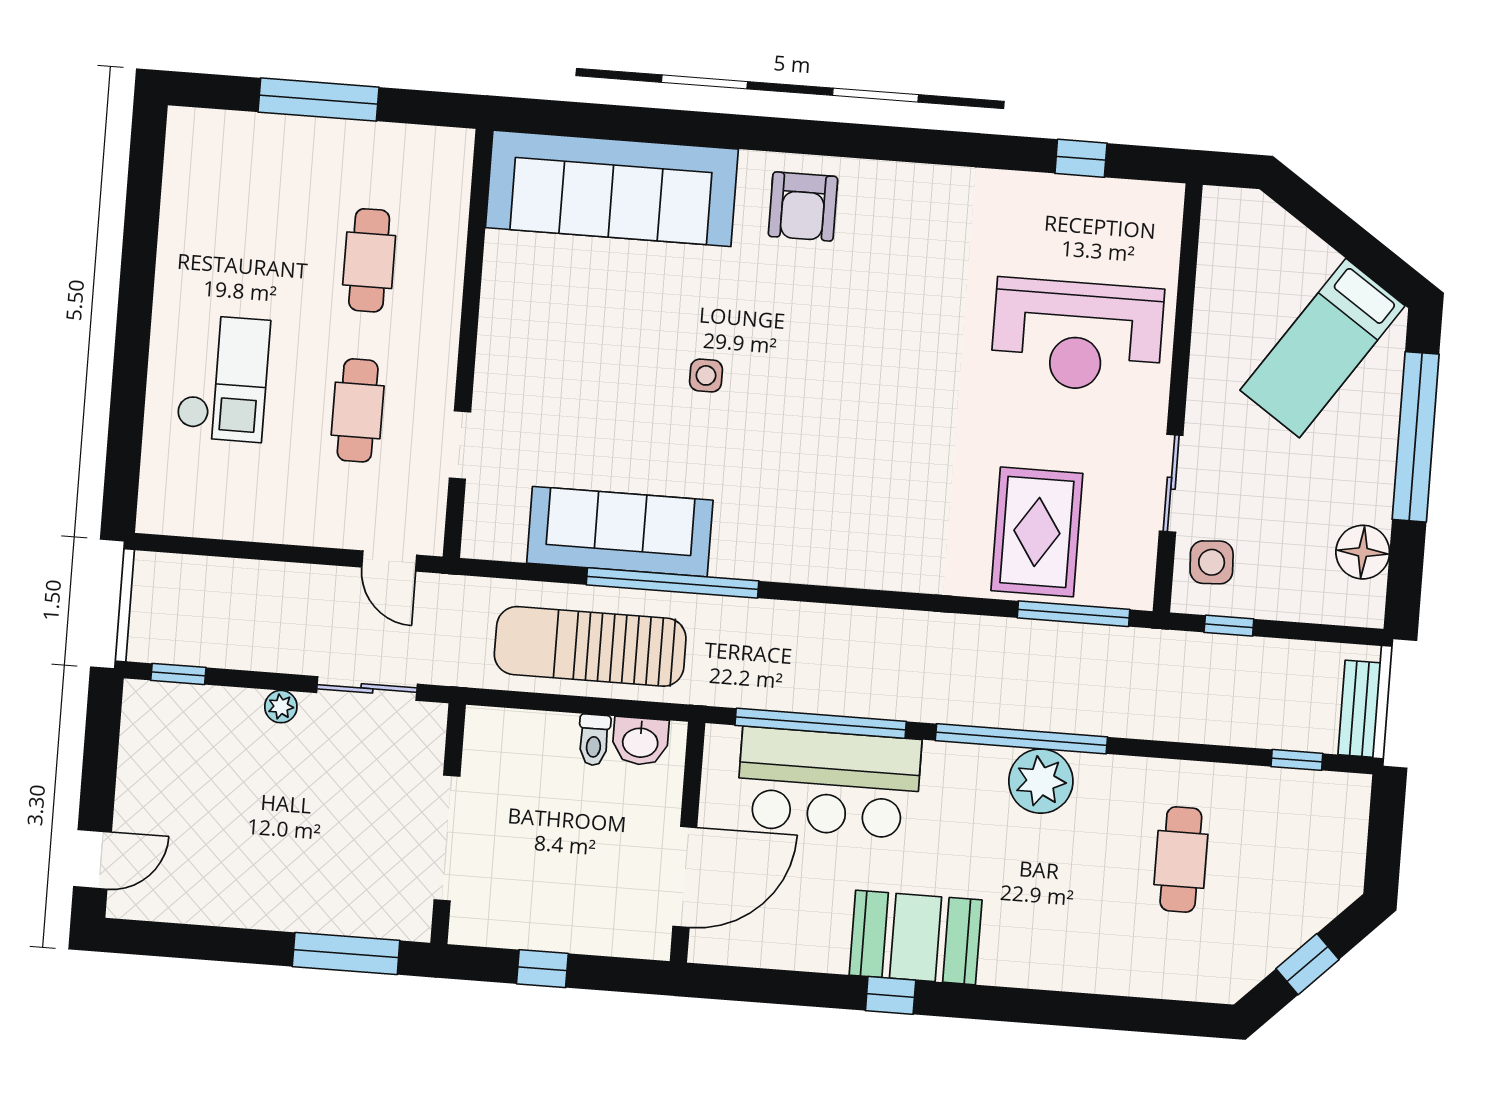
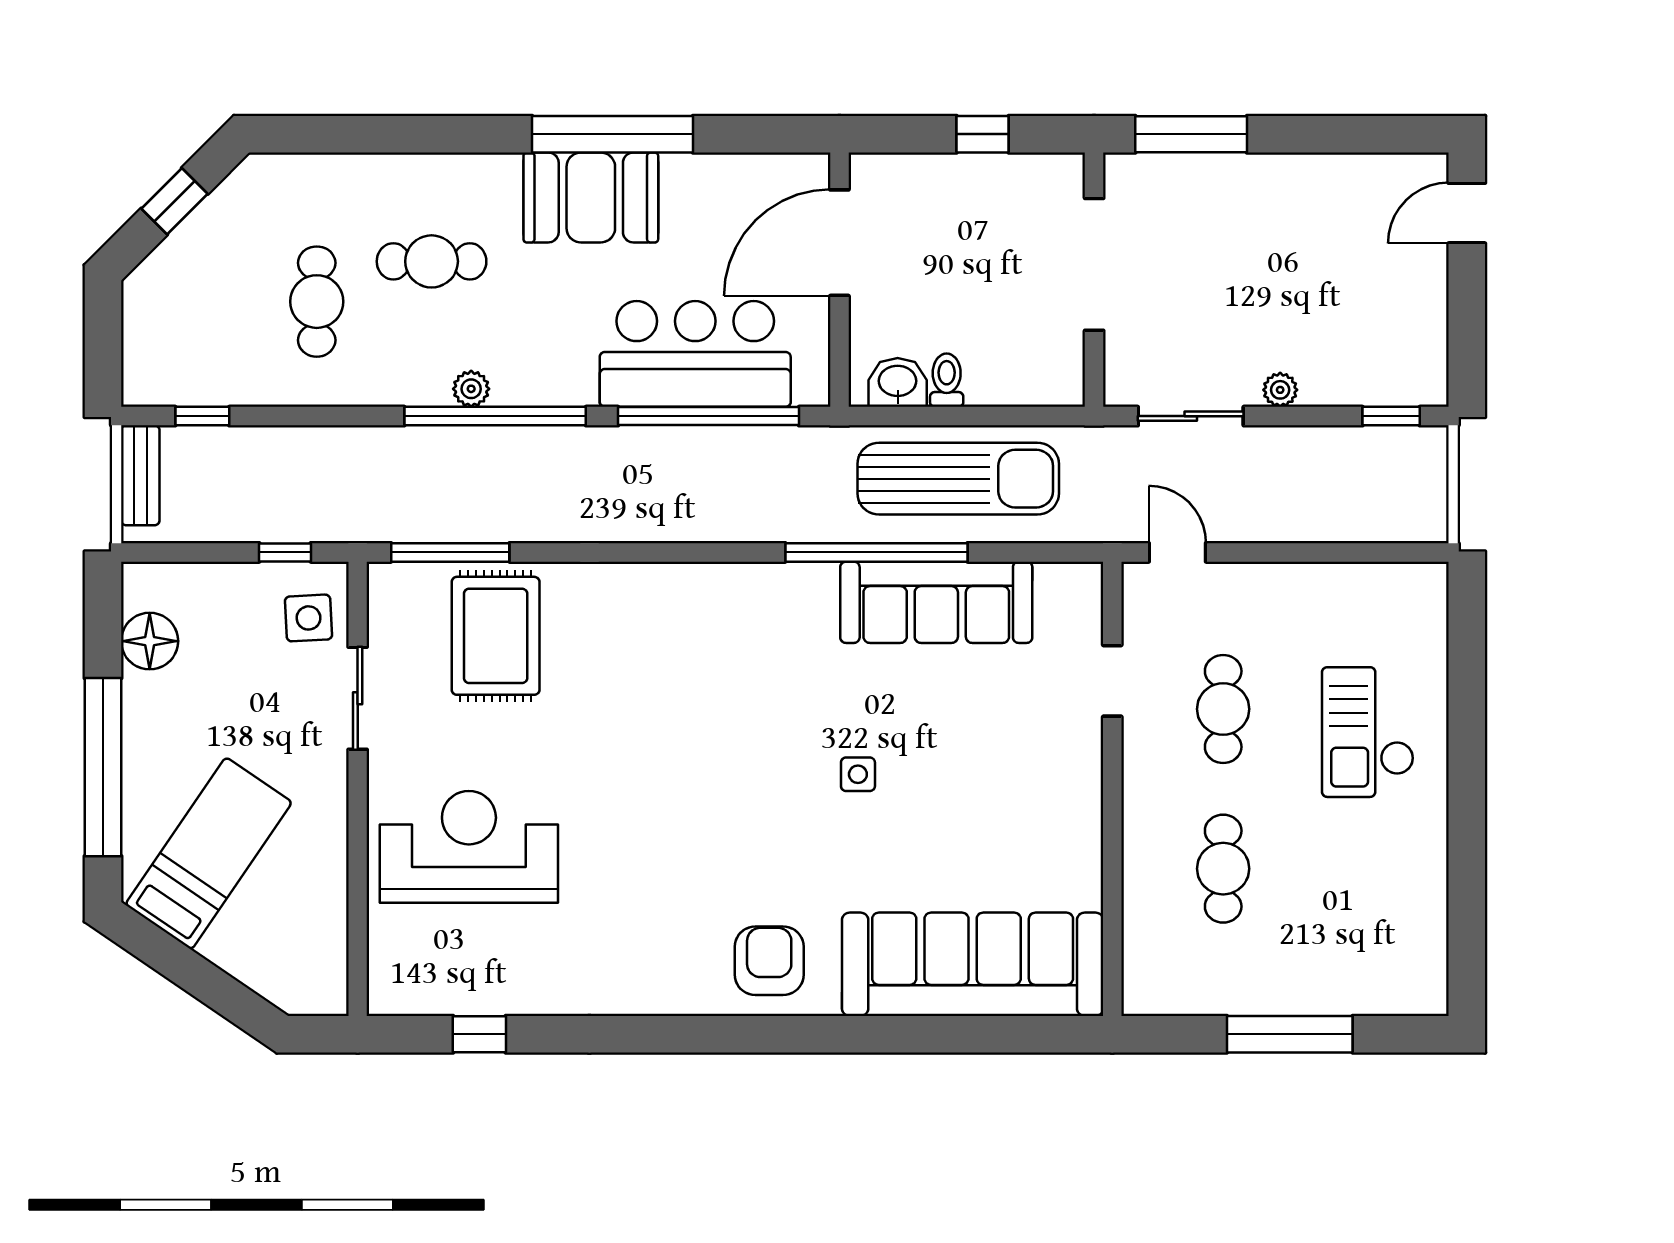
plant: (1041, 781) -> (471, 389), width x0.53, depth x0.53
cafe table: (1070, 889) -> (432, 261), added
window: (891, 995) -> (613, 134), width x3.17

